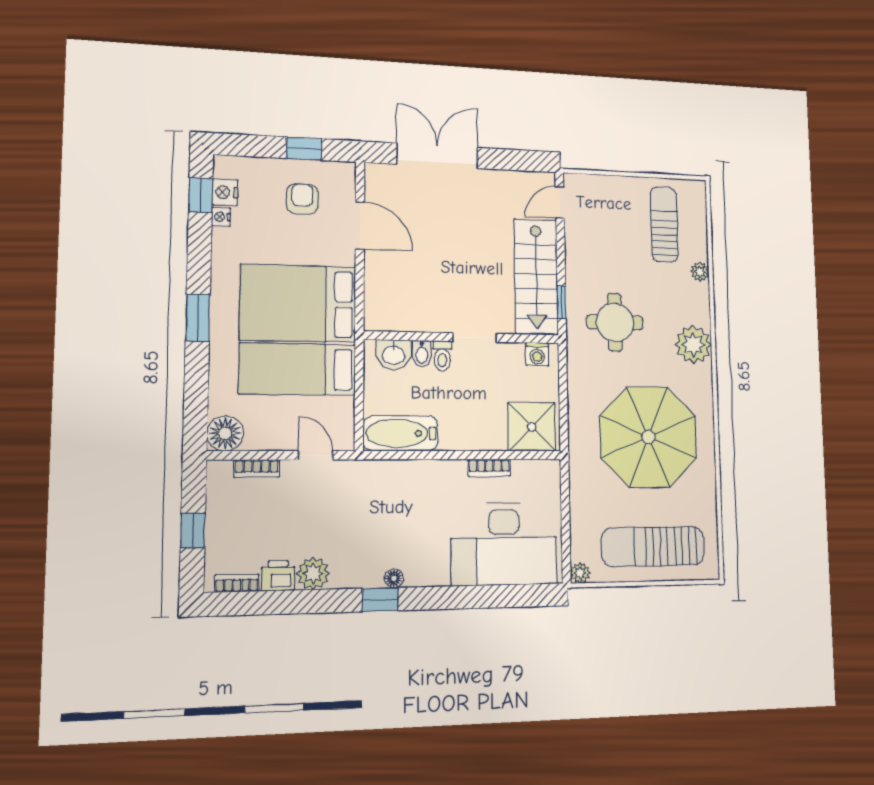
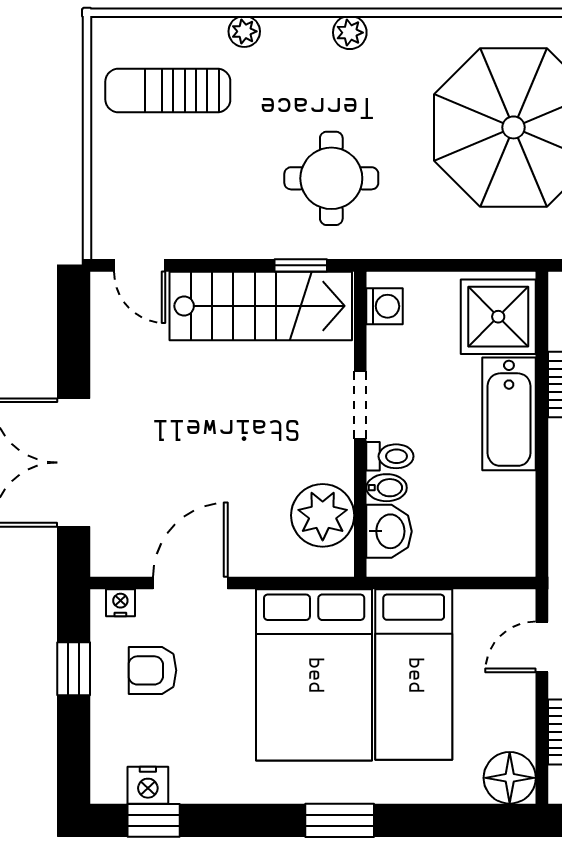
nightstand: (221, 217) -> (120, 603), moved, turned 180
plant: (404, 312) -> (323, 515), added
plant: (693, 345) -> (350, 33), width x0.53, depth x0.53
bathtub: (401, 433) -> (509, 414), moved

